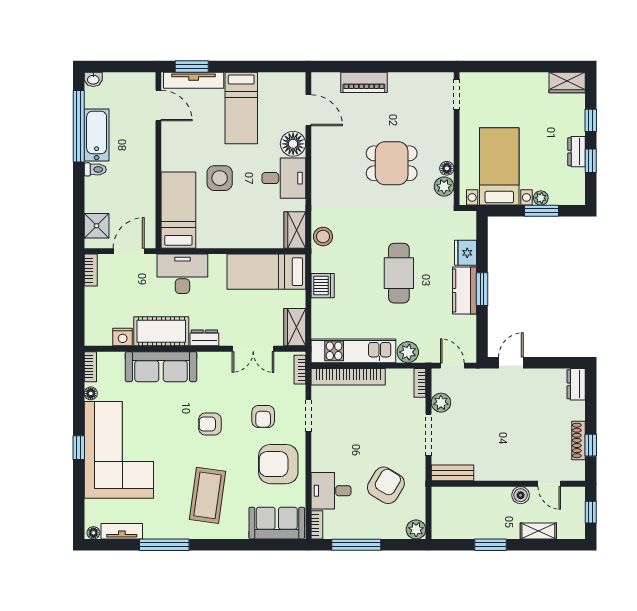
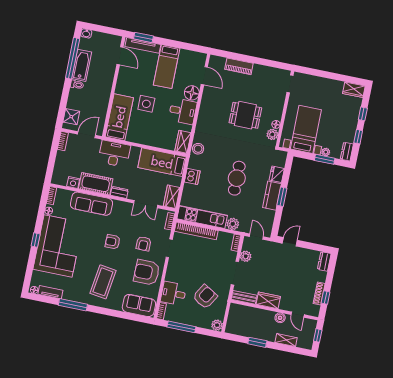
dresser: (577, 152) -> (347, 152), moved
wardrobe: (494, 470) -> (268, 300), added

